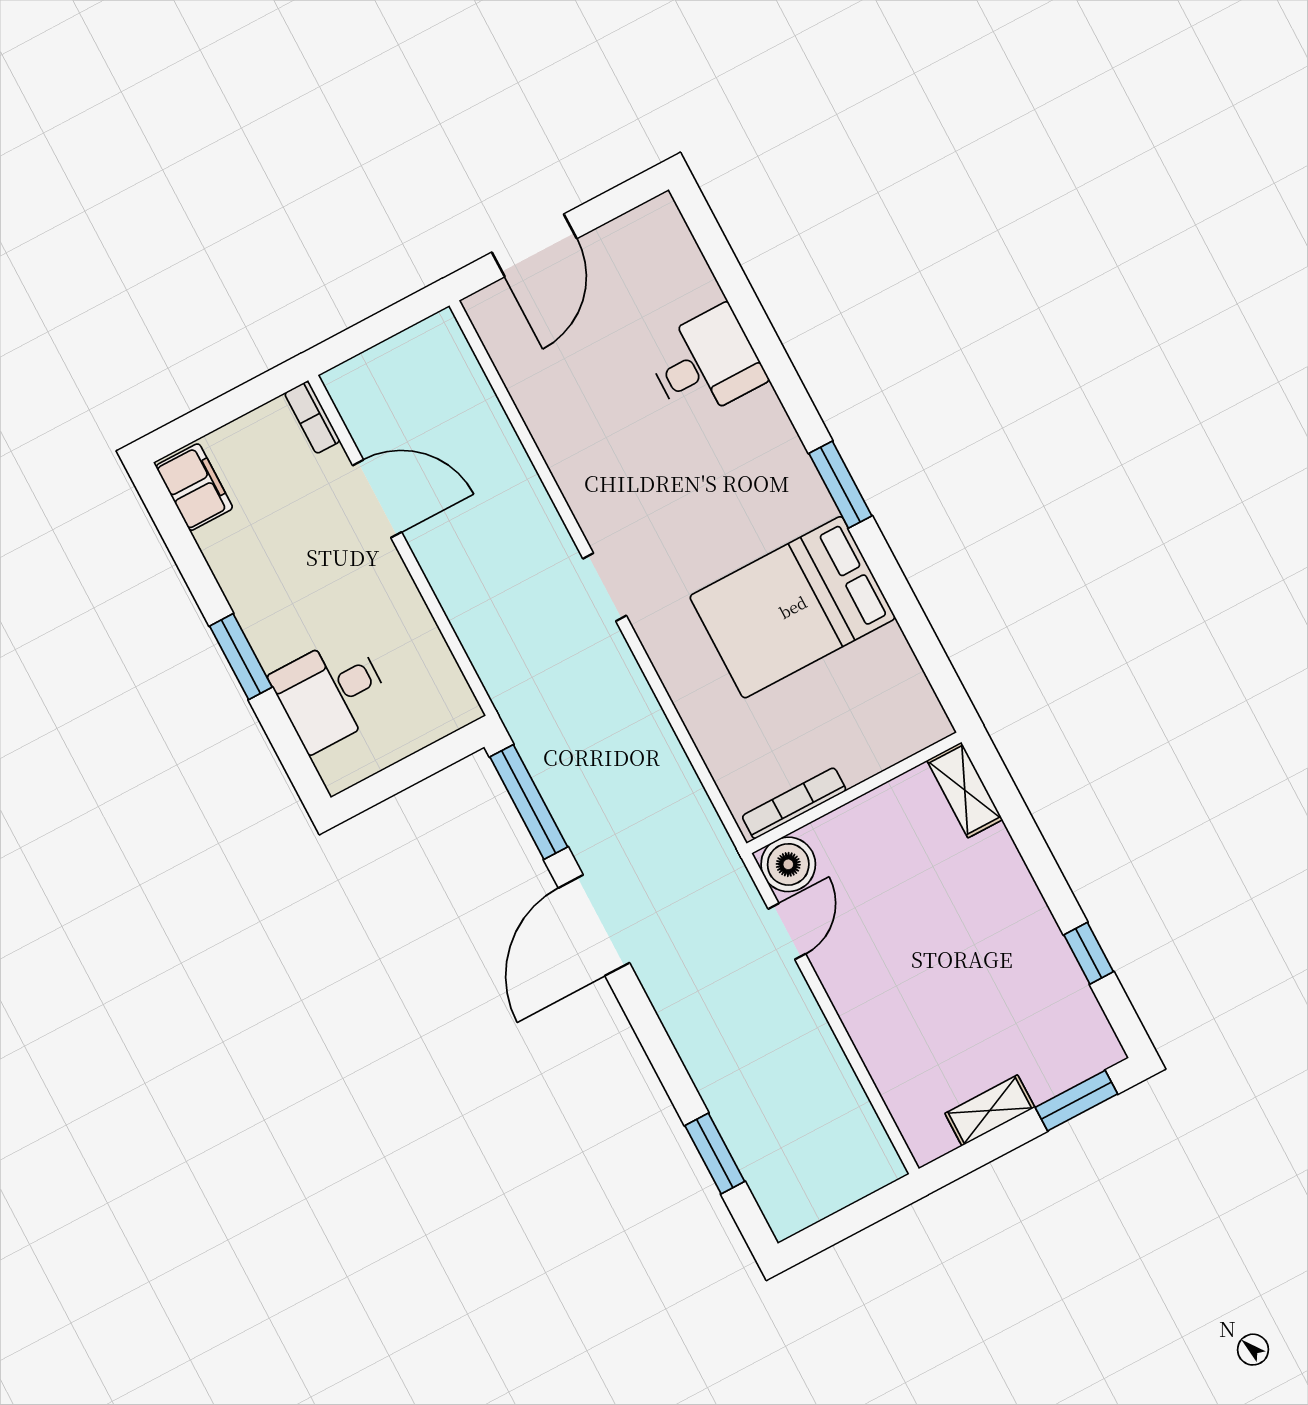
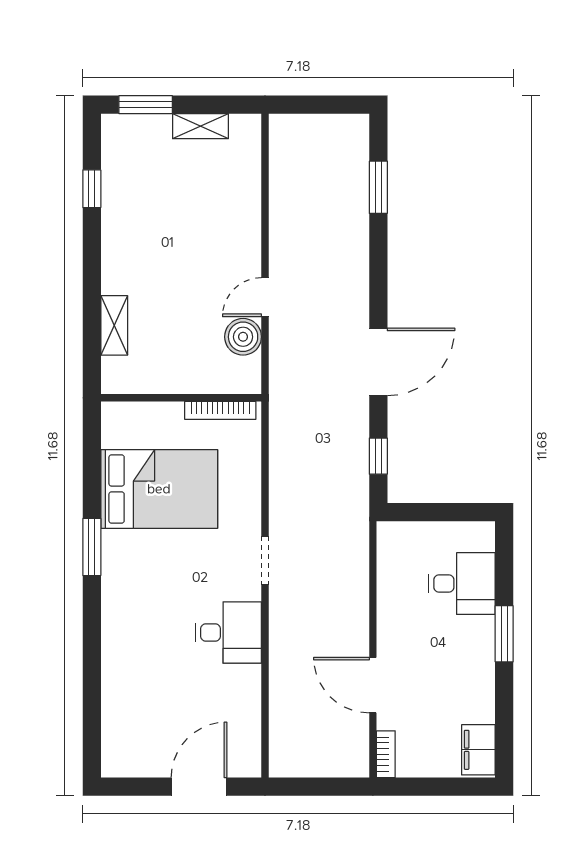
desk: (706, 363) -> (228, 633), moved, turned 180
wall: (854, 793) -> (181, 398), moved
window: (529, 802) -> (378, 456), width x0.46
bookcase: (794, 803) -> (220, 410), moved

